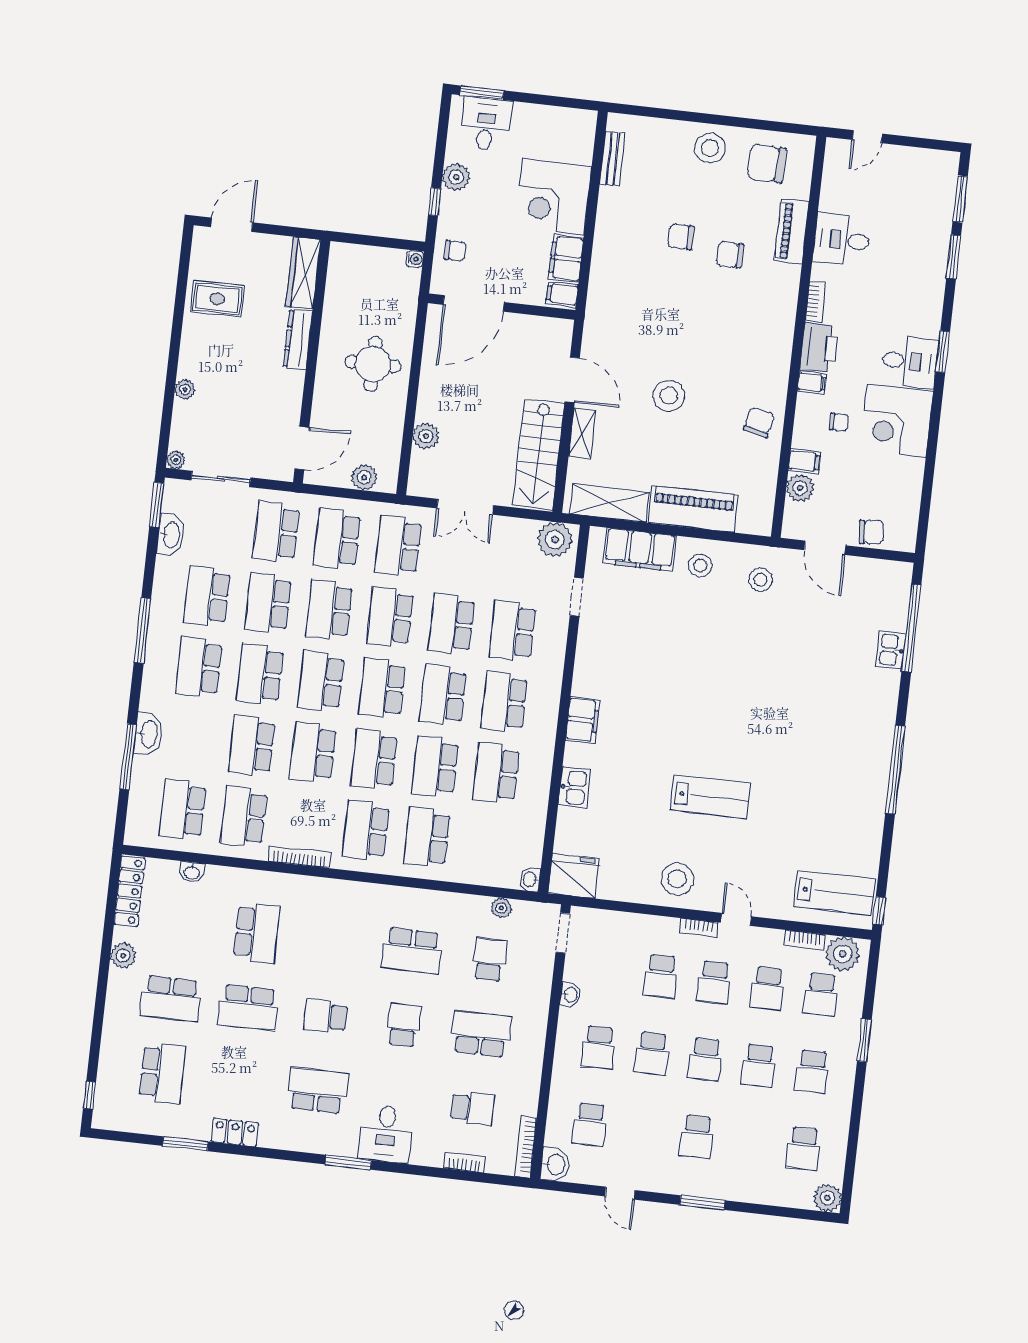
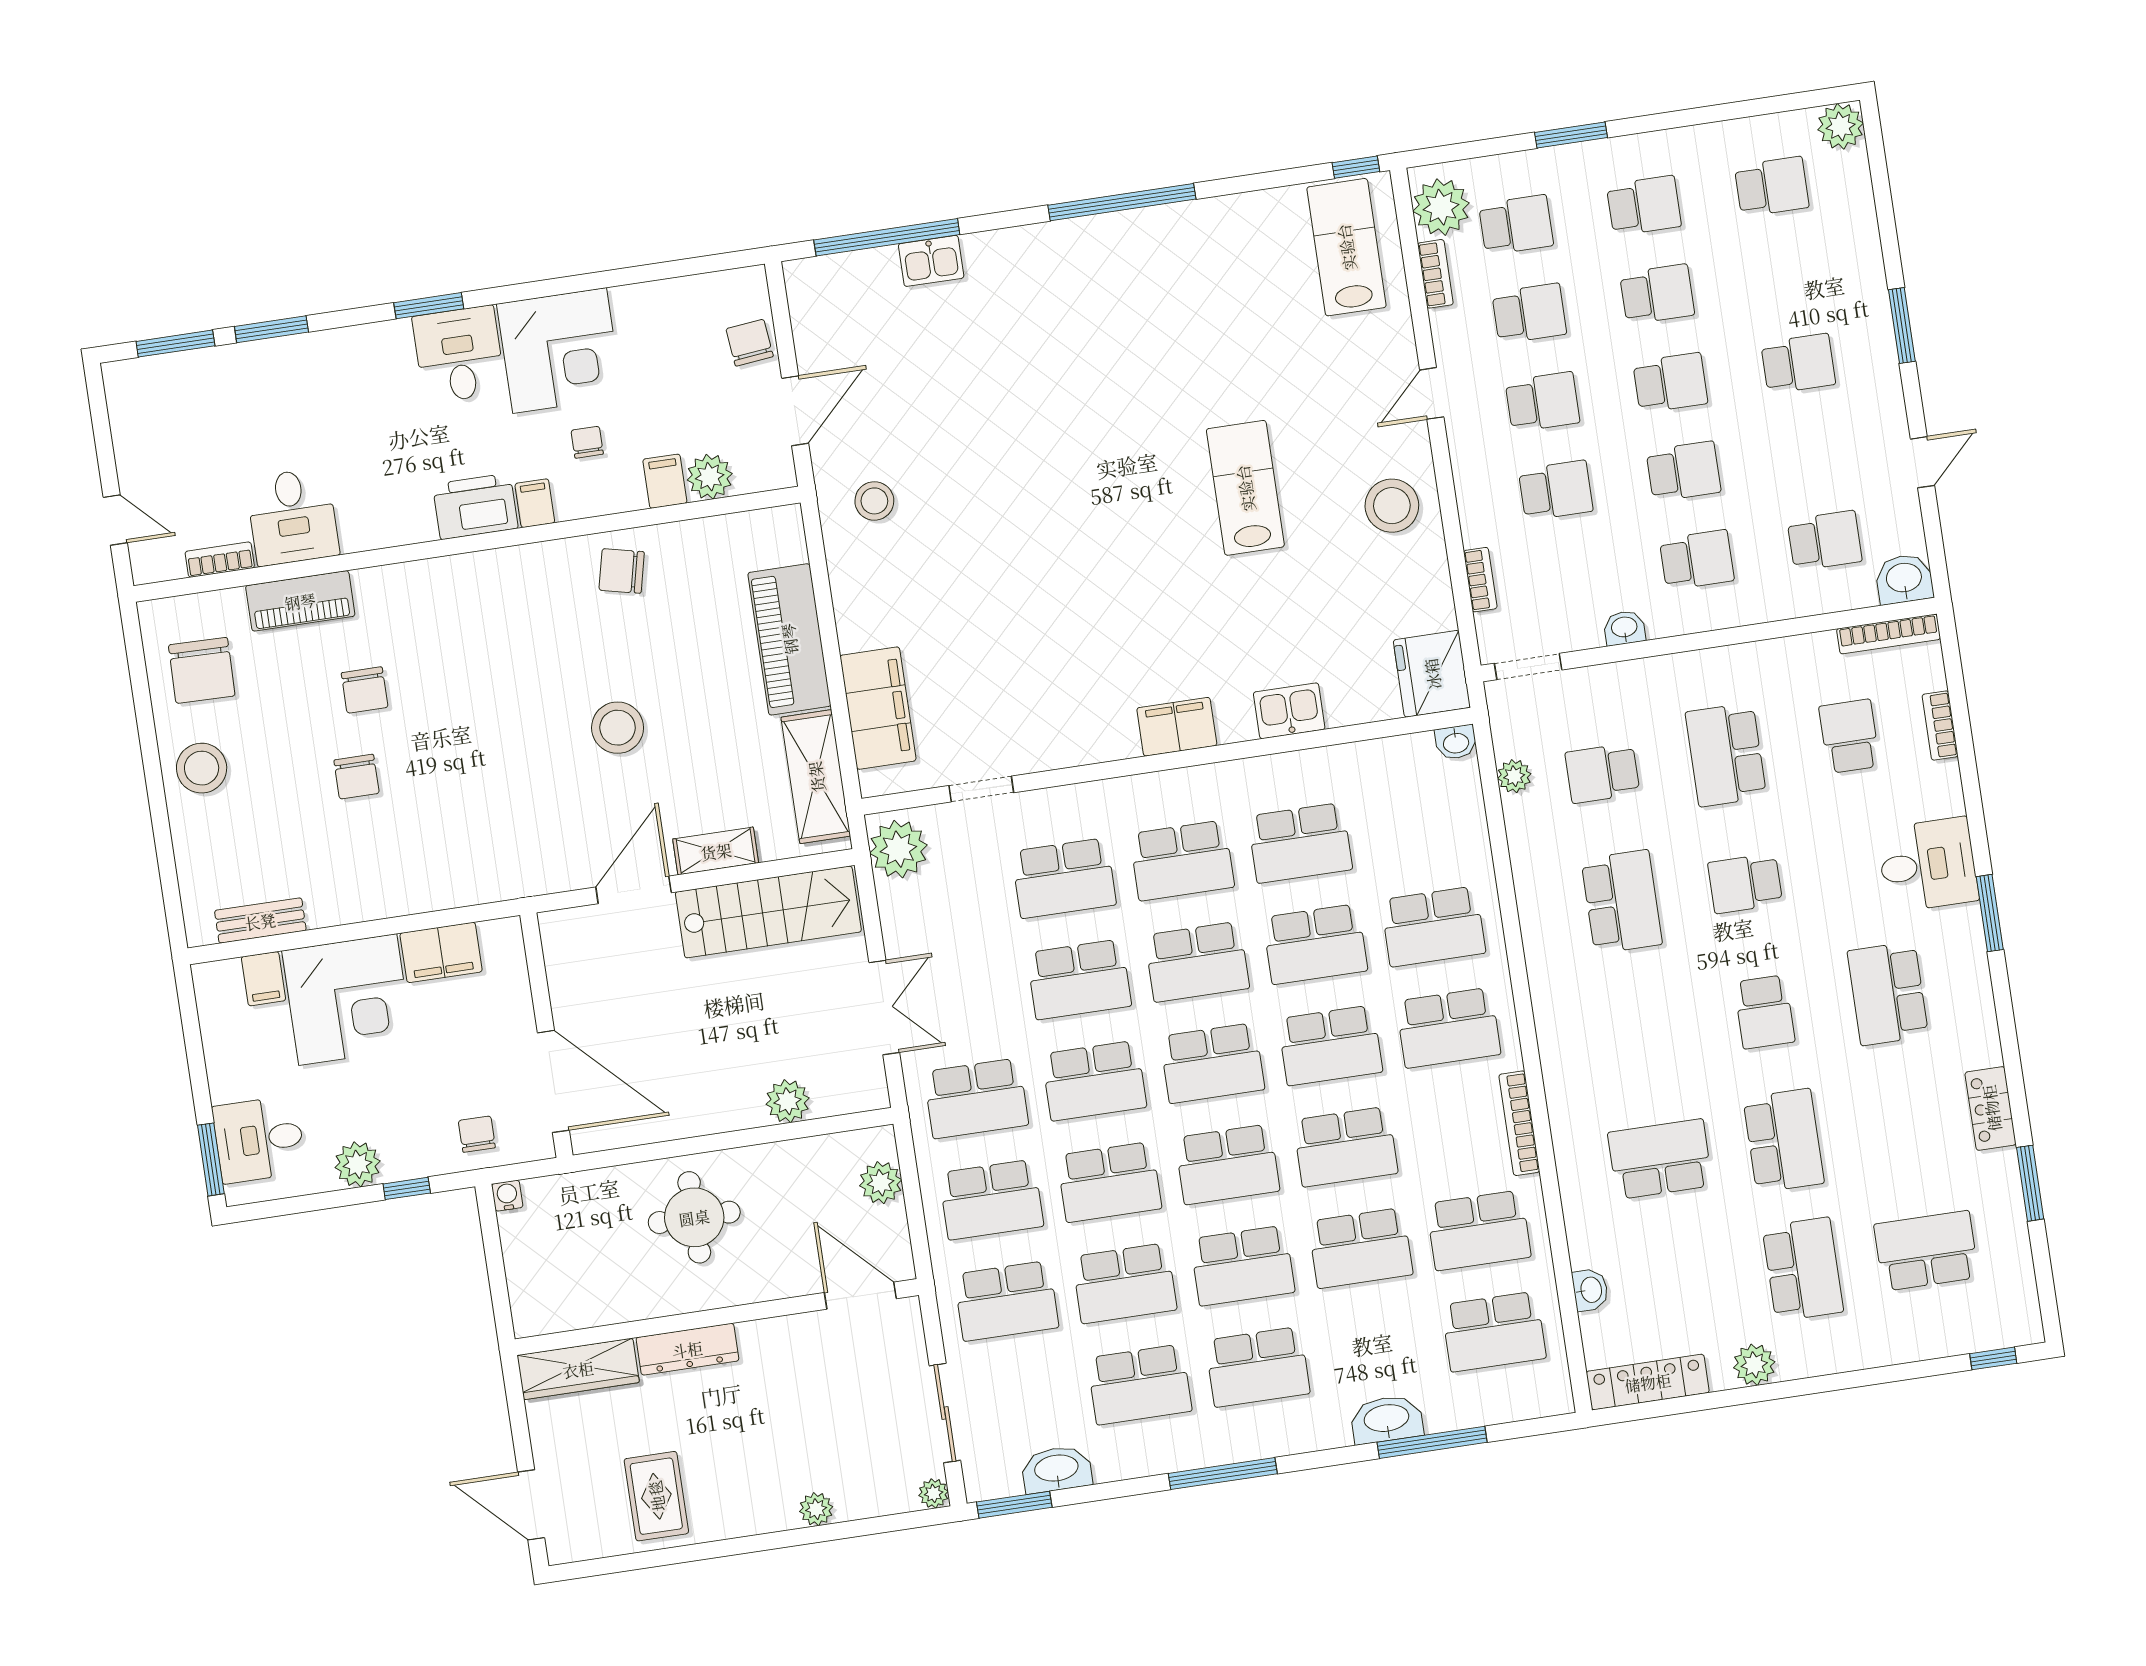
filing cabinet: (562, 294) -> (263, 979), moved
bookcase: (815, 301) -> (220, 560), moved
stool: (700, 565) -> (877, 604), removed
bookcase: (699, 928) -> (1480, 580), moved

